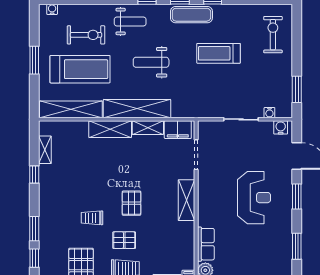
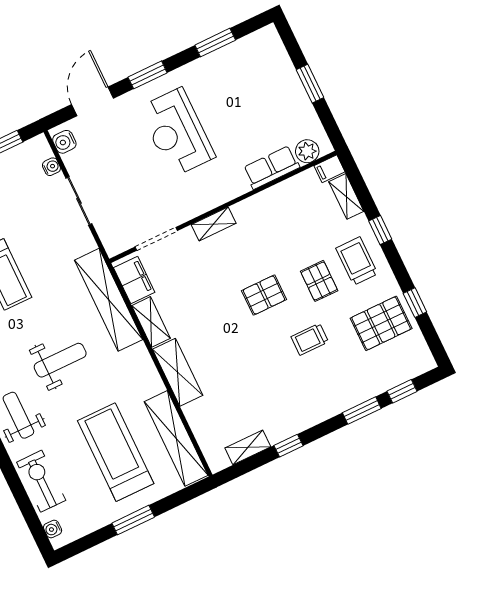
exercise bike: (86, 35) -> (41, 481), moved
weight bench: (151, 62) -> (60, 360), turned -90
shelving: (137, 109) -> (109, 300), moved
reception desk: (254, 198) -> (177, 132), turned -90
shelving: (187, 200) -> (214, 224), width x0.67, depth x0.75
trolley: (92, 218) -> (310, 339), turned 90

